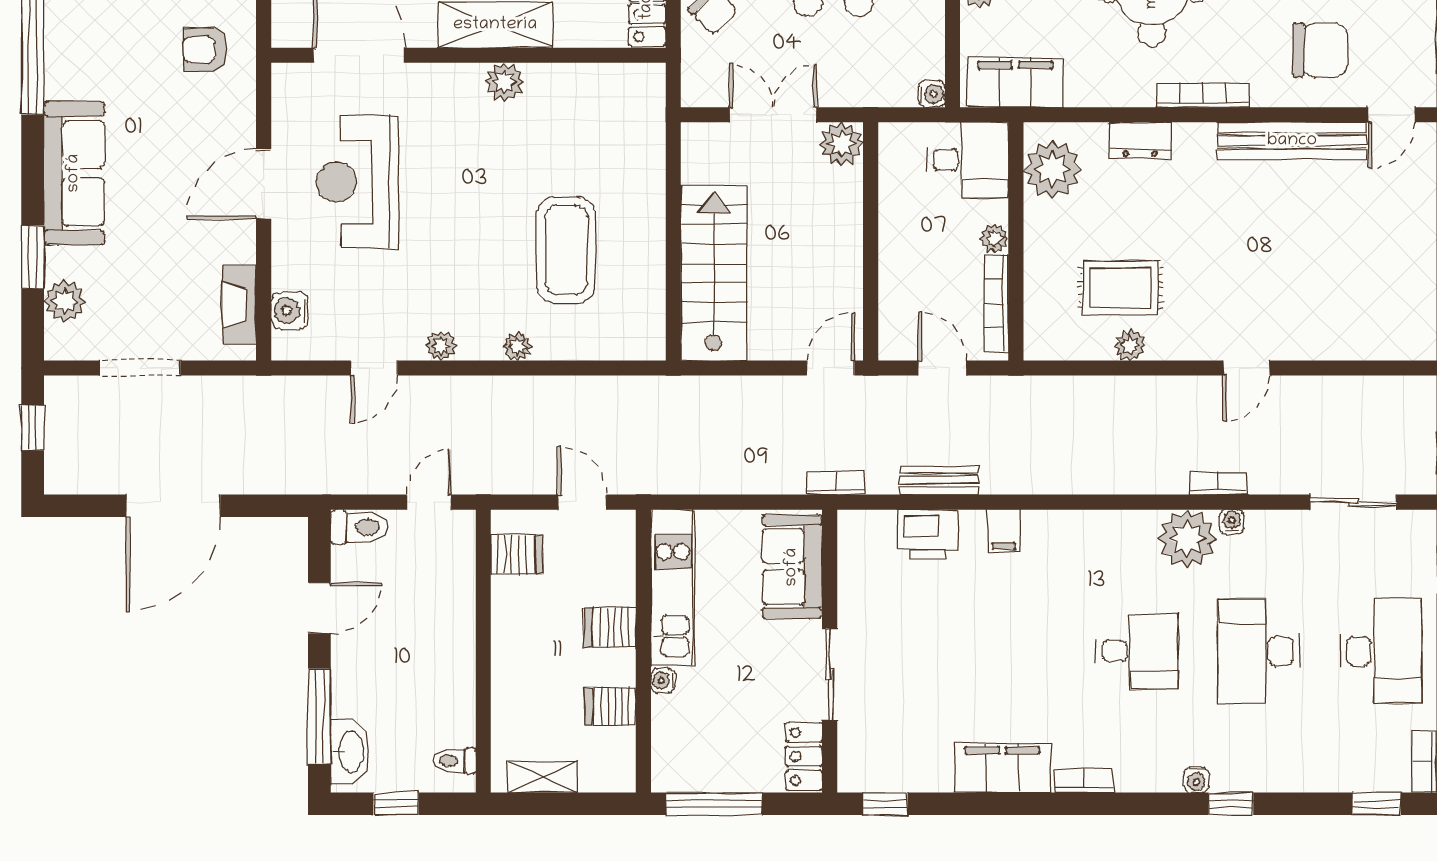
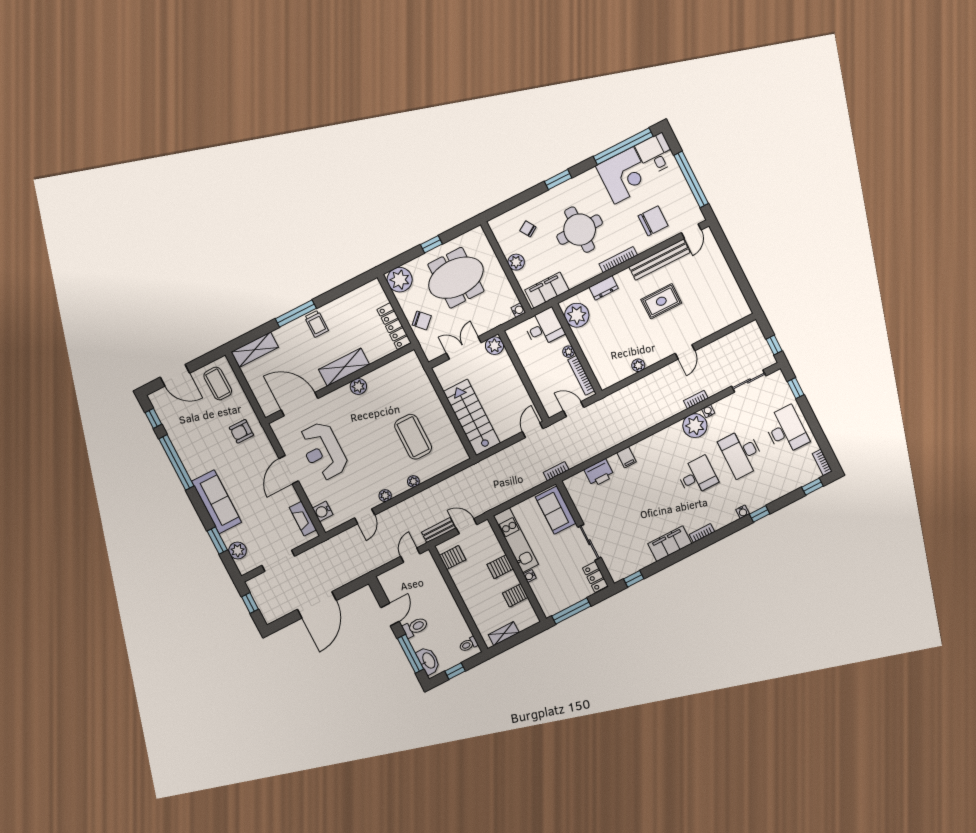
rug: (1120, 288) -> (661, 301), moved
bench: (939, 480) -> (439, 530), moved
toilet: (359, 527) -> (415, 627), moved

